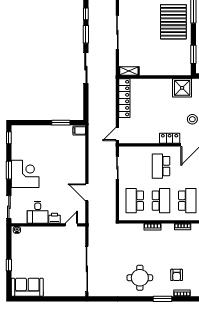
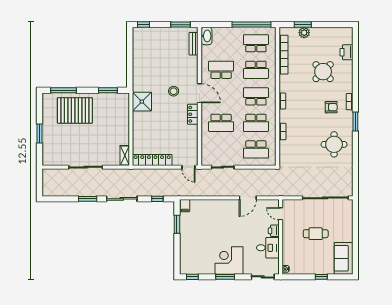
window: (86, 14) -> (157, 199), moved
school desk: (161, 201) -> (256, 123), turned 180
cafe table: (52, 260) -> (316, 234), added

